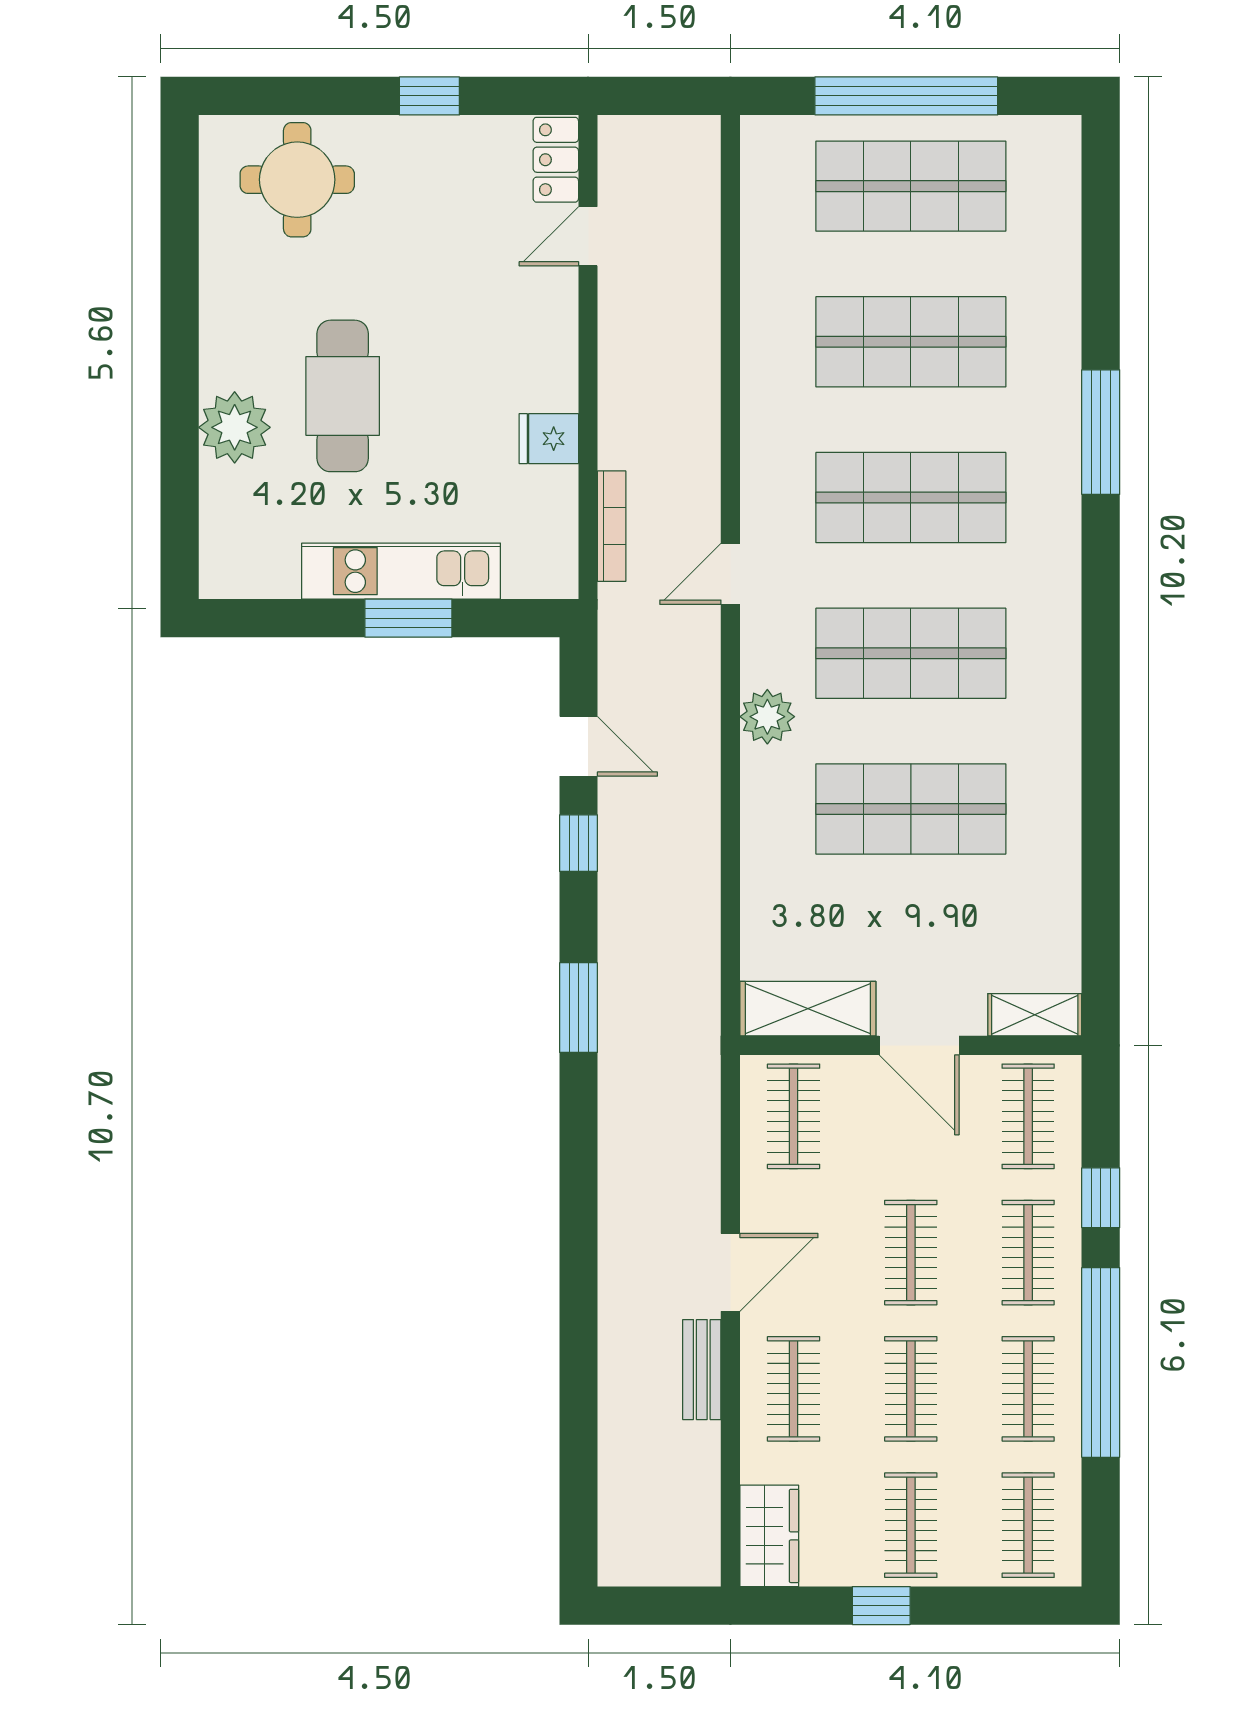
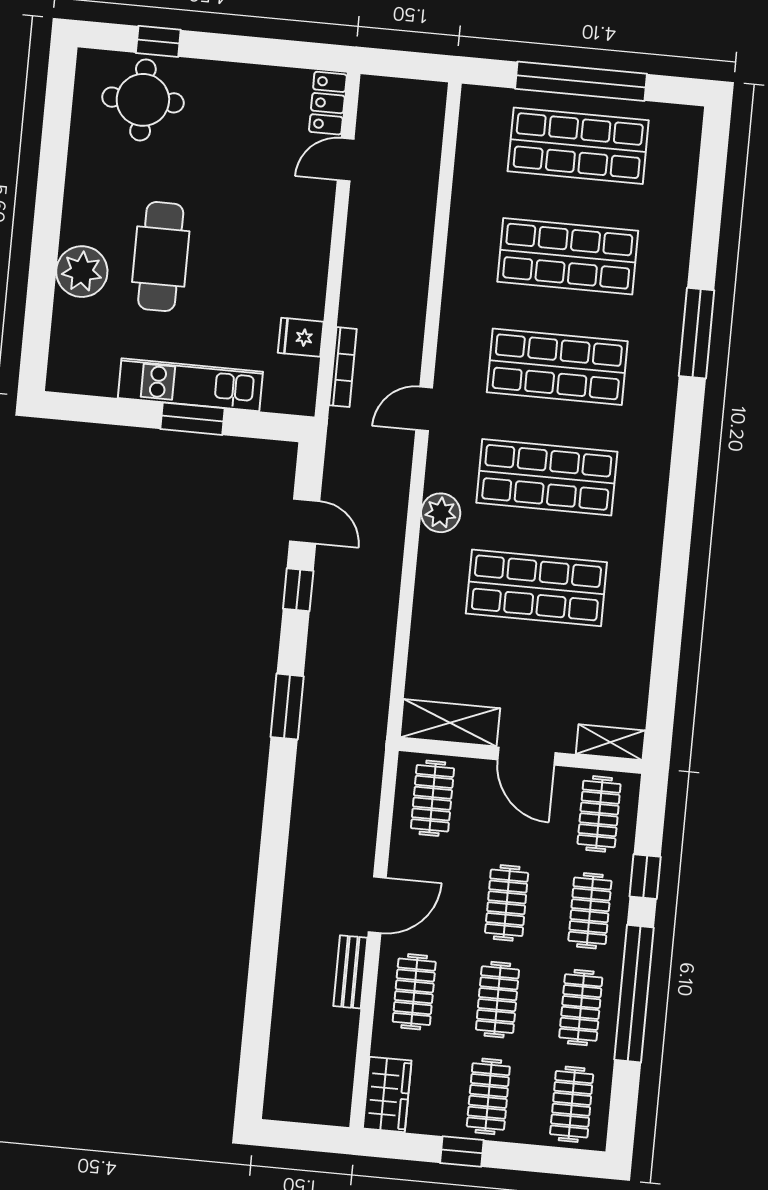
window: (429, 96) -> (158, 41), moved
fridge: (549, 439) -> (301, 337), moved

